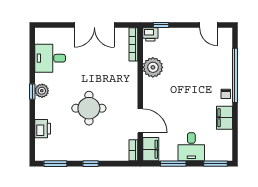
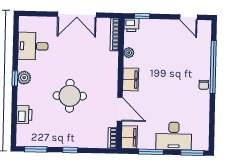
plant: (153, 67) -> (129, 53), width x0.53, depth x0.53
filing cabinet: (224, 118) -> (131, 79), moved, turned 180
desk: (191, 147) -> (174, 136), width x1.37

